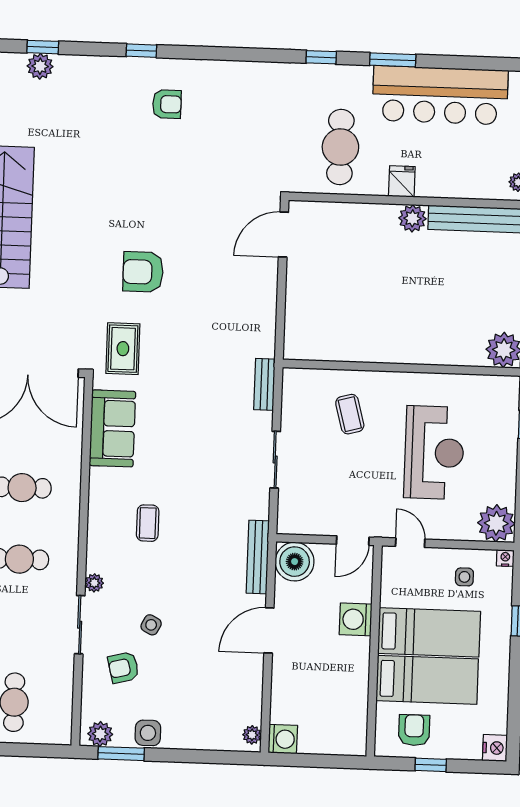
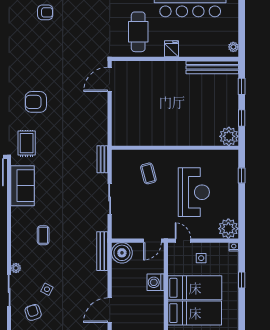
plant: (412, 218) -> (178, 68), removed
side table: (464, 577) -> (201, 258), moved
door: (269, 630) -> (110, 310), moved
armchair: (123, 668) -> (33, 312), turned 86

